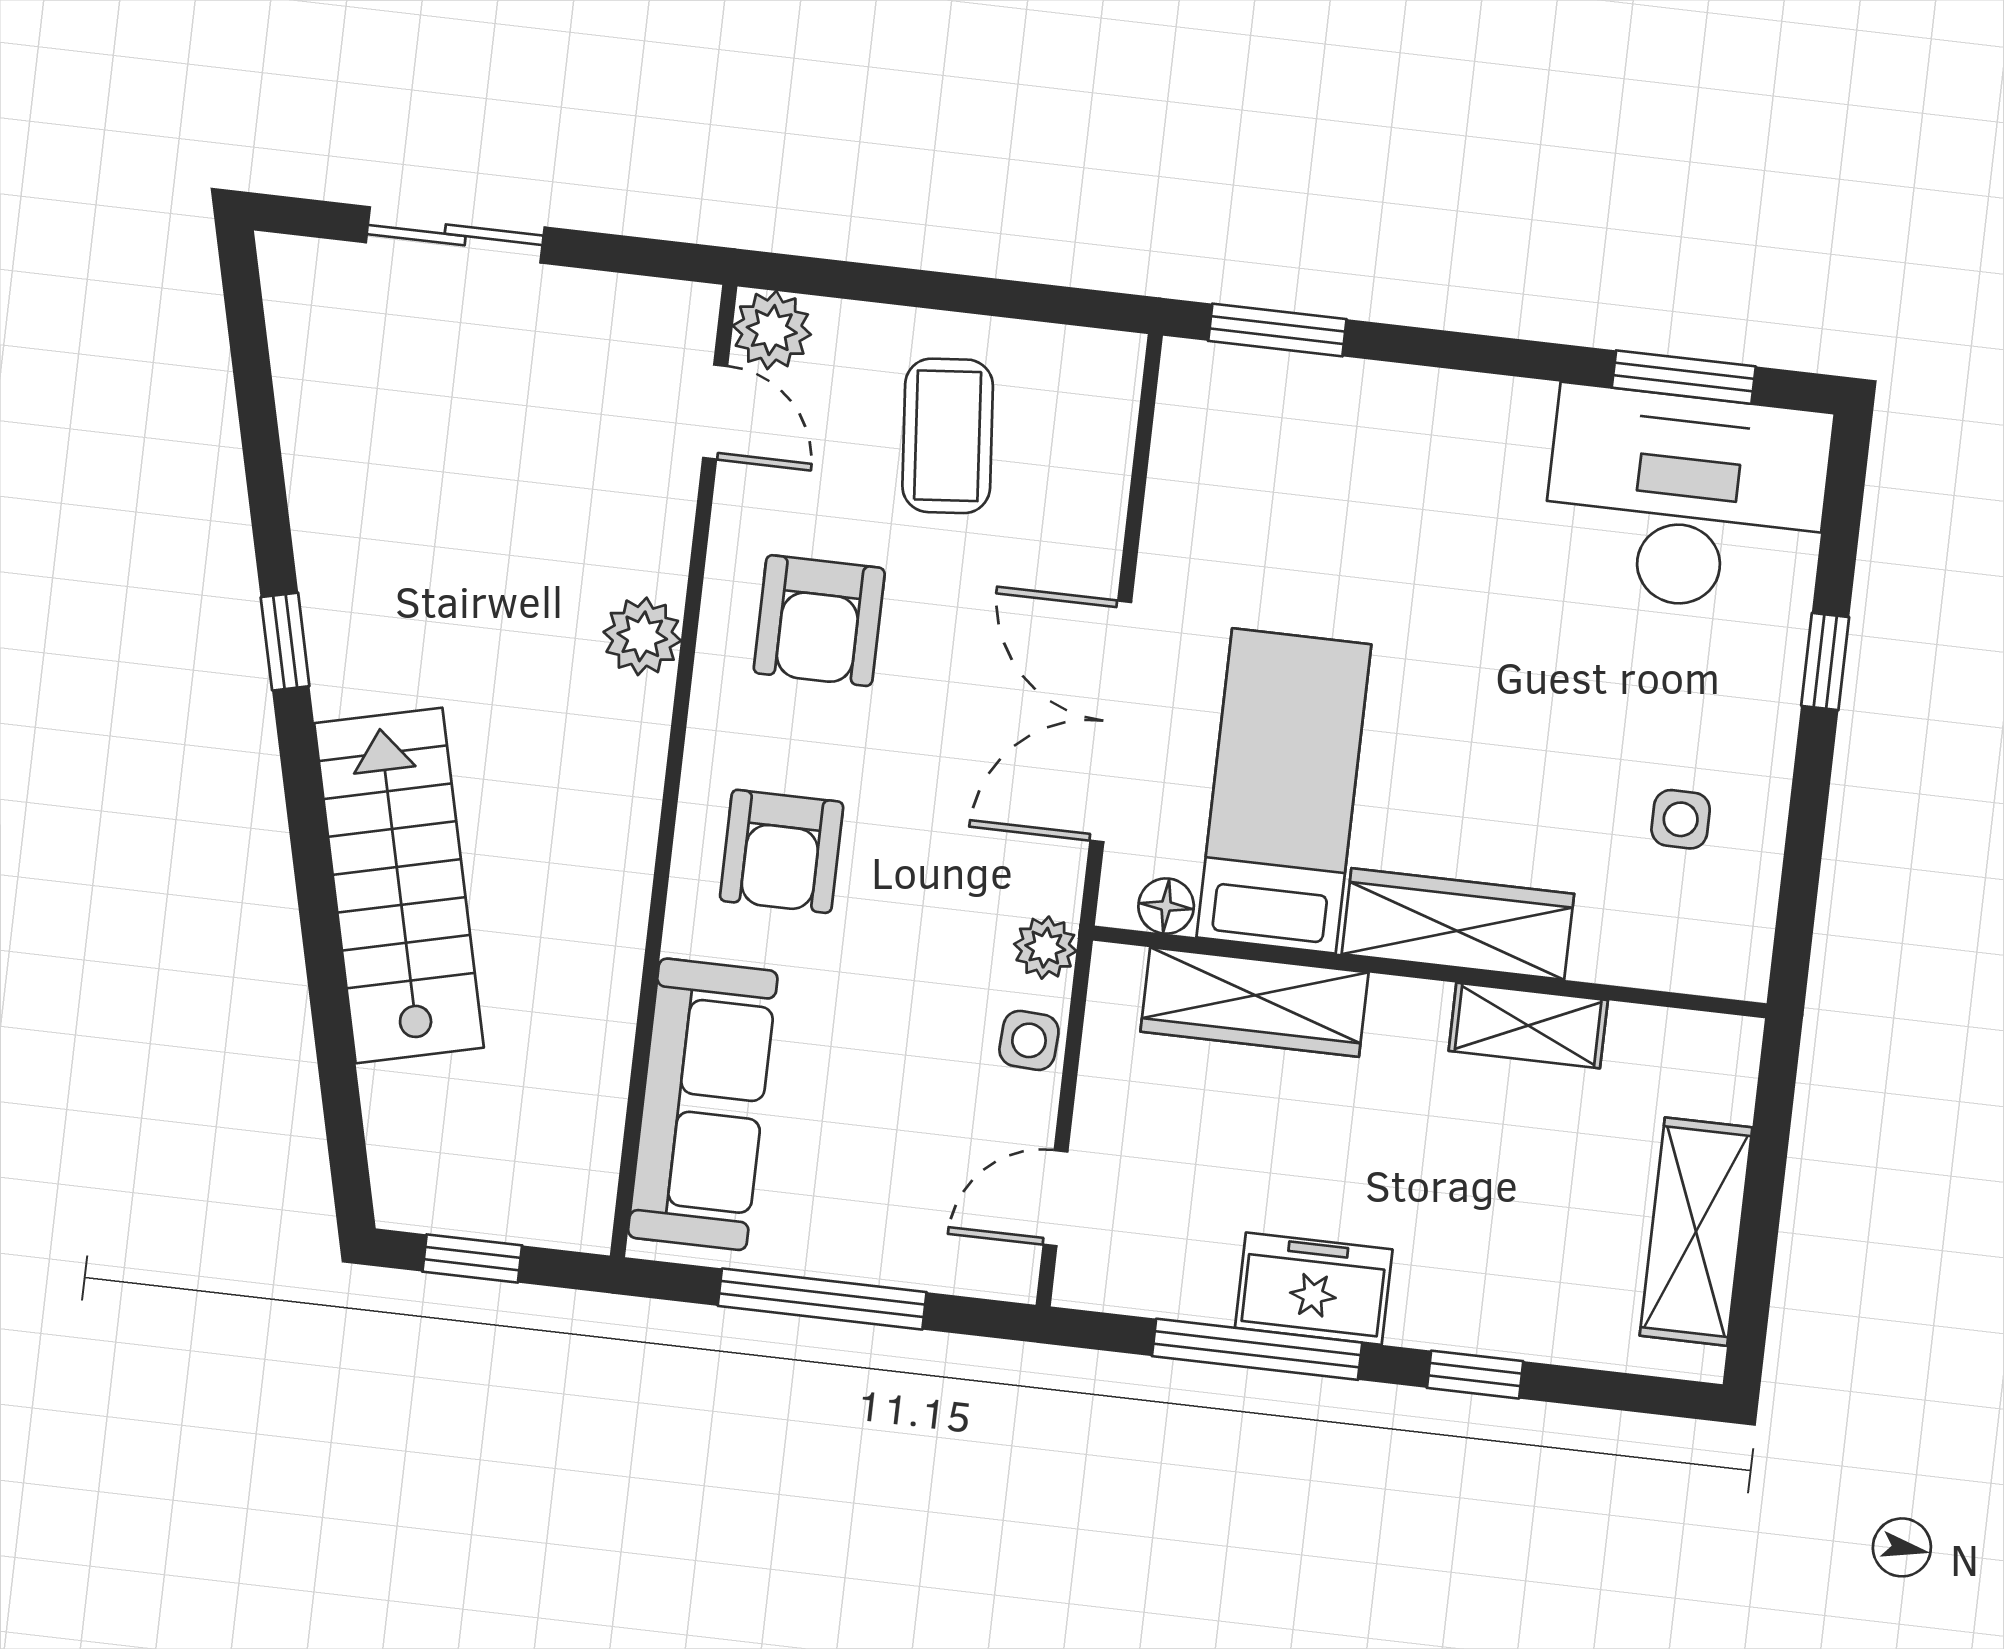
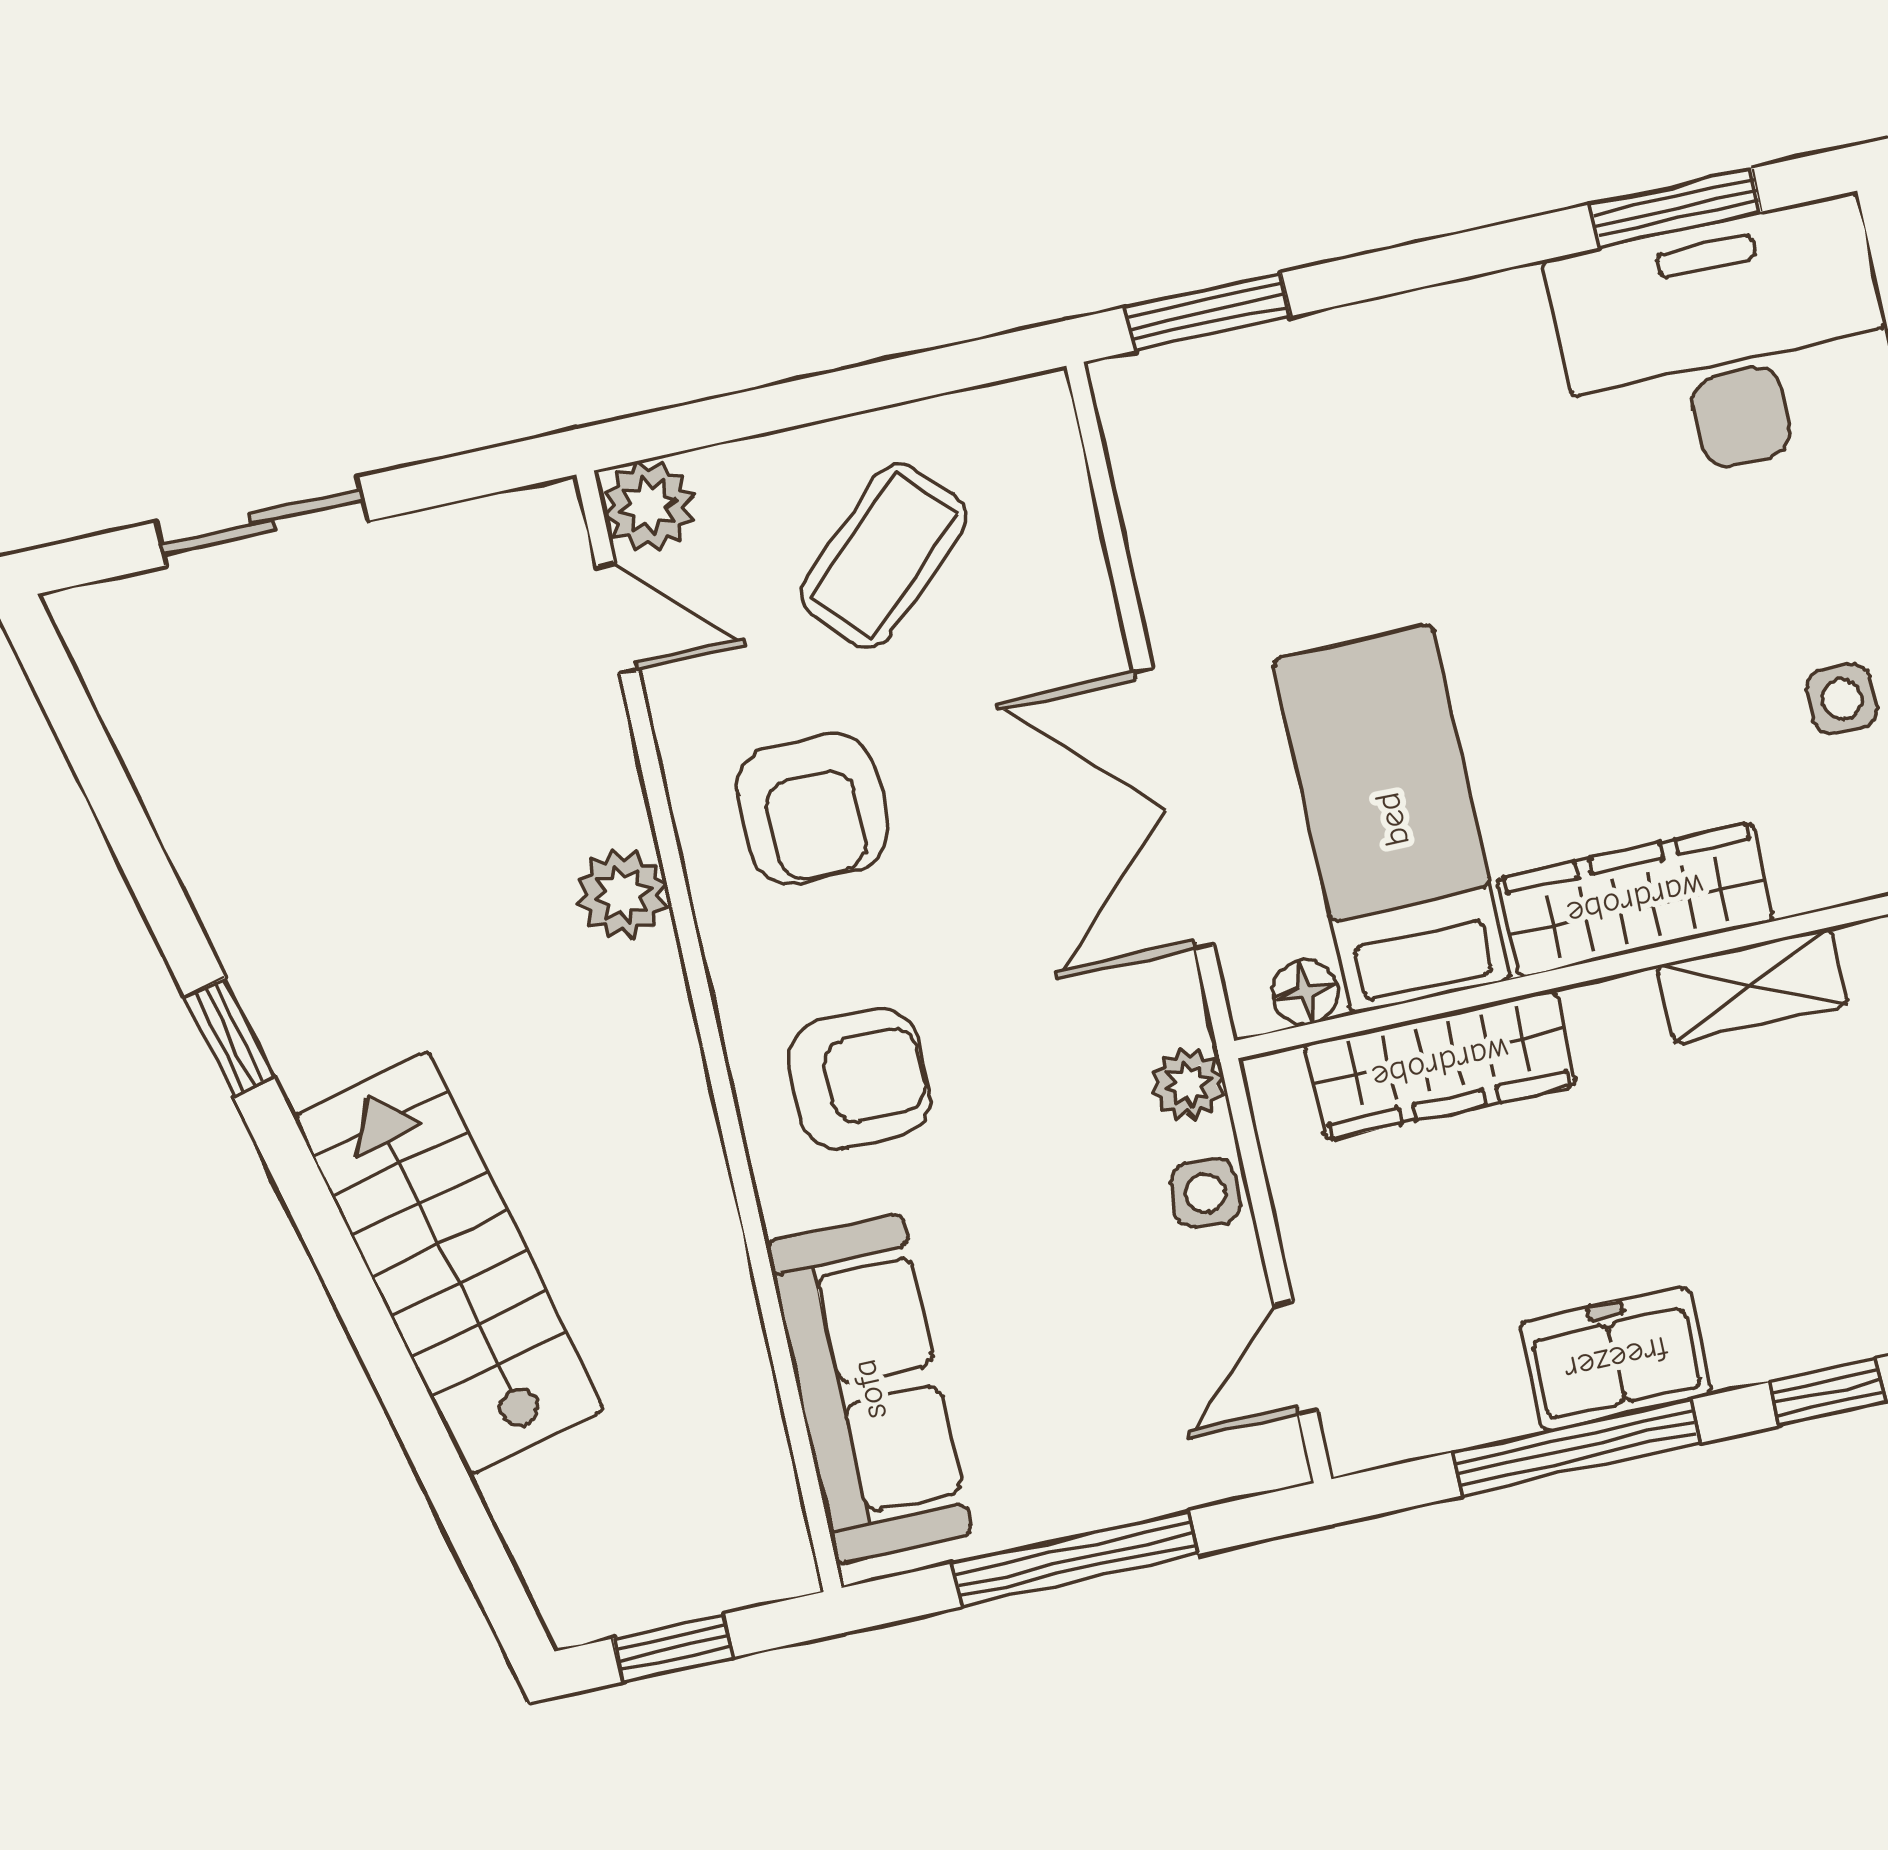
coffee table: (948, 436) -> (884, 555), turned 52
armchair: (782, 851) -> (859, 1079), turned -90

